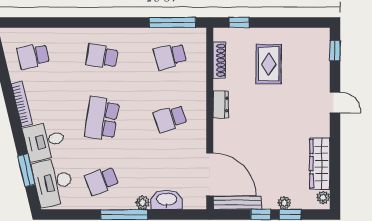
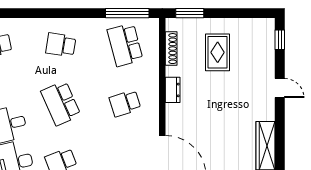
window: (239, 22) -> (190, 13), width x1.50
school desk: (170, 56) -> (125, 45), width x1.85
school desk: (102, 119) -> (61, 103), turned -33

